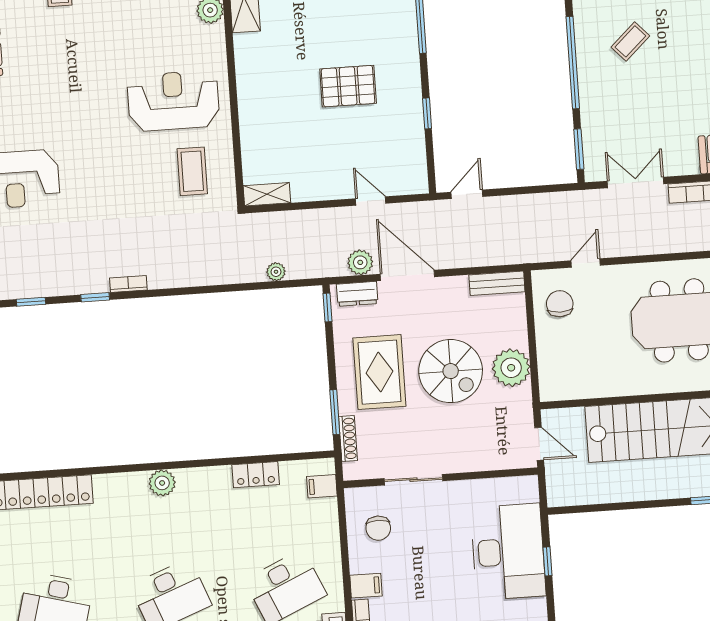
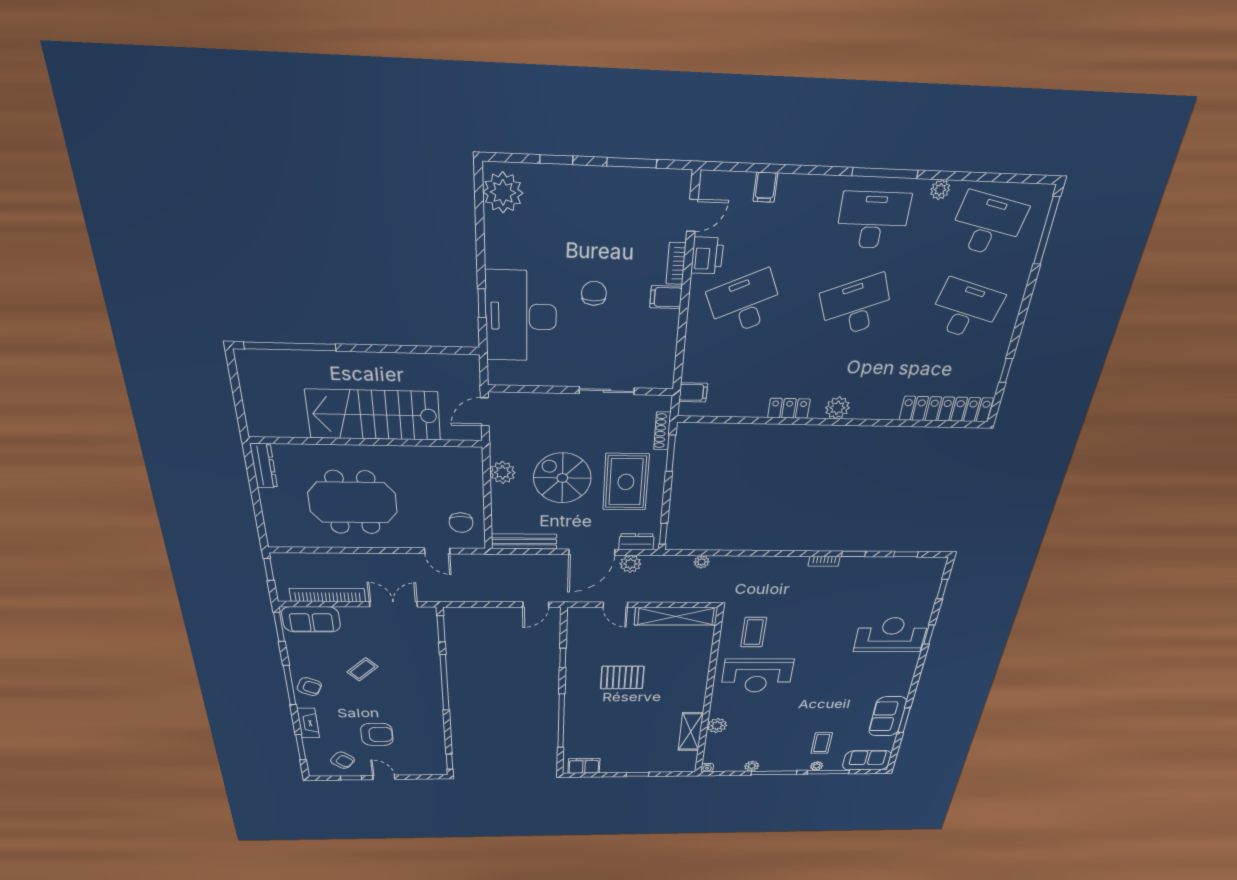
coffee table: (630, 41) -> (362, 669), moved
double door: (636, 182) -> (393, 604), swing flipped
shelving: (267, 194) -> (676, 616), width x2.20, depth x1.33
door: (586, 263) -> (437, 551), hinge flipped
door: (407, 275) -> (592, 552), hinge flipped
bench: (497, 283) -> (524, 541), width x1.36
plant: (511, 368) -> (503, 472), width x0.73, depth x0.73
door: (539, 444) -> (485, 412), hinge flipped
locker: (256, 475) -> (789, 408), moved
chair: (378, 528) -> (594, 293), moved

